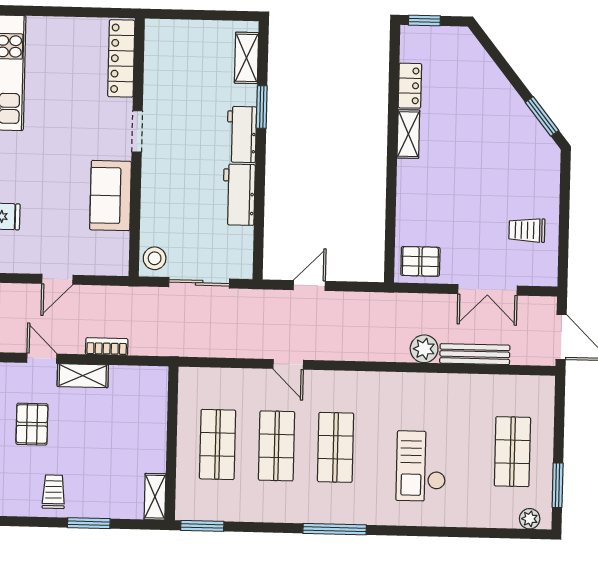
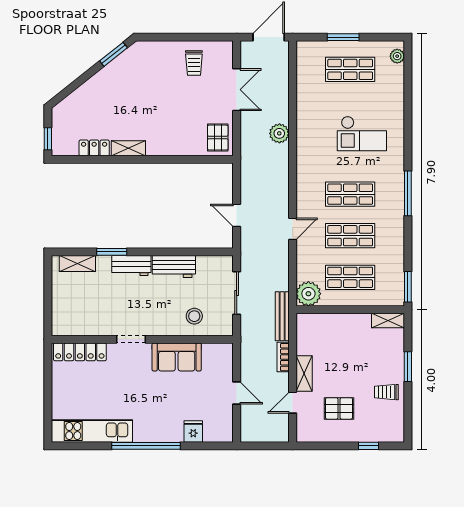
stool: (155, 258) -> (194, 316), moved
bench: (475, 354) -> (282, 316), moved
plant: (196, 385) -> (308, 294), added
window: (558, 485) -> (343, 37), moved

